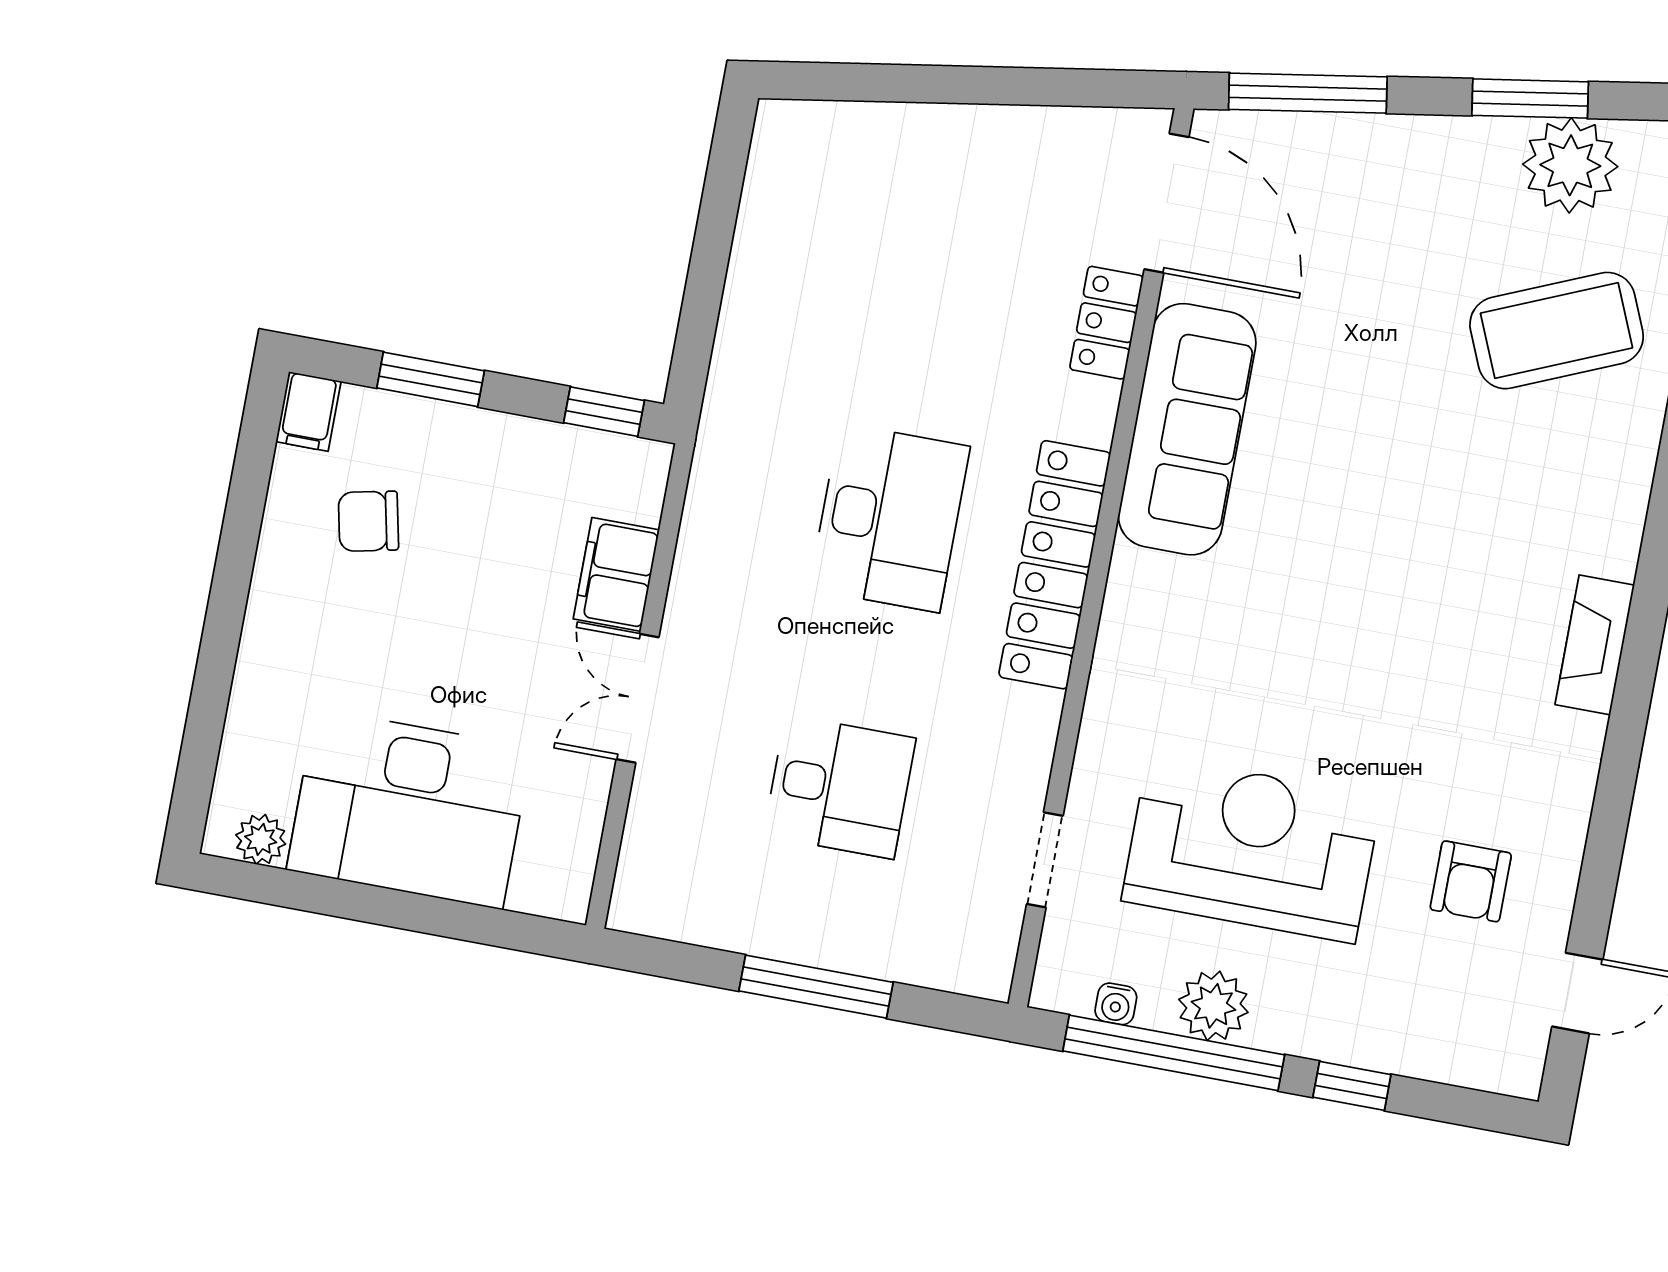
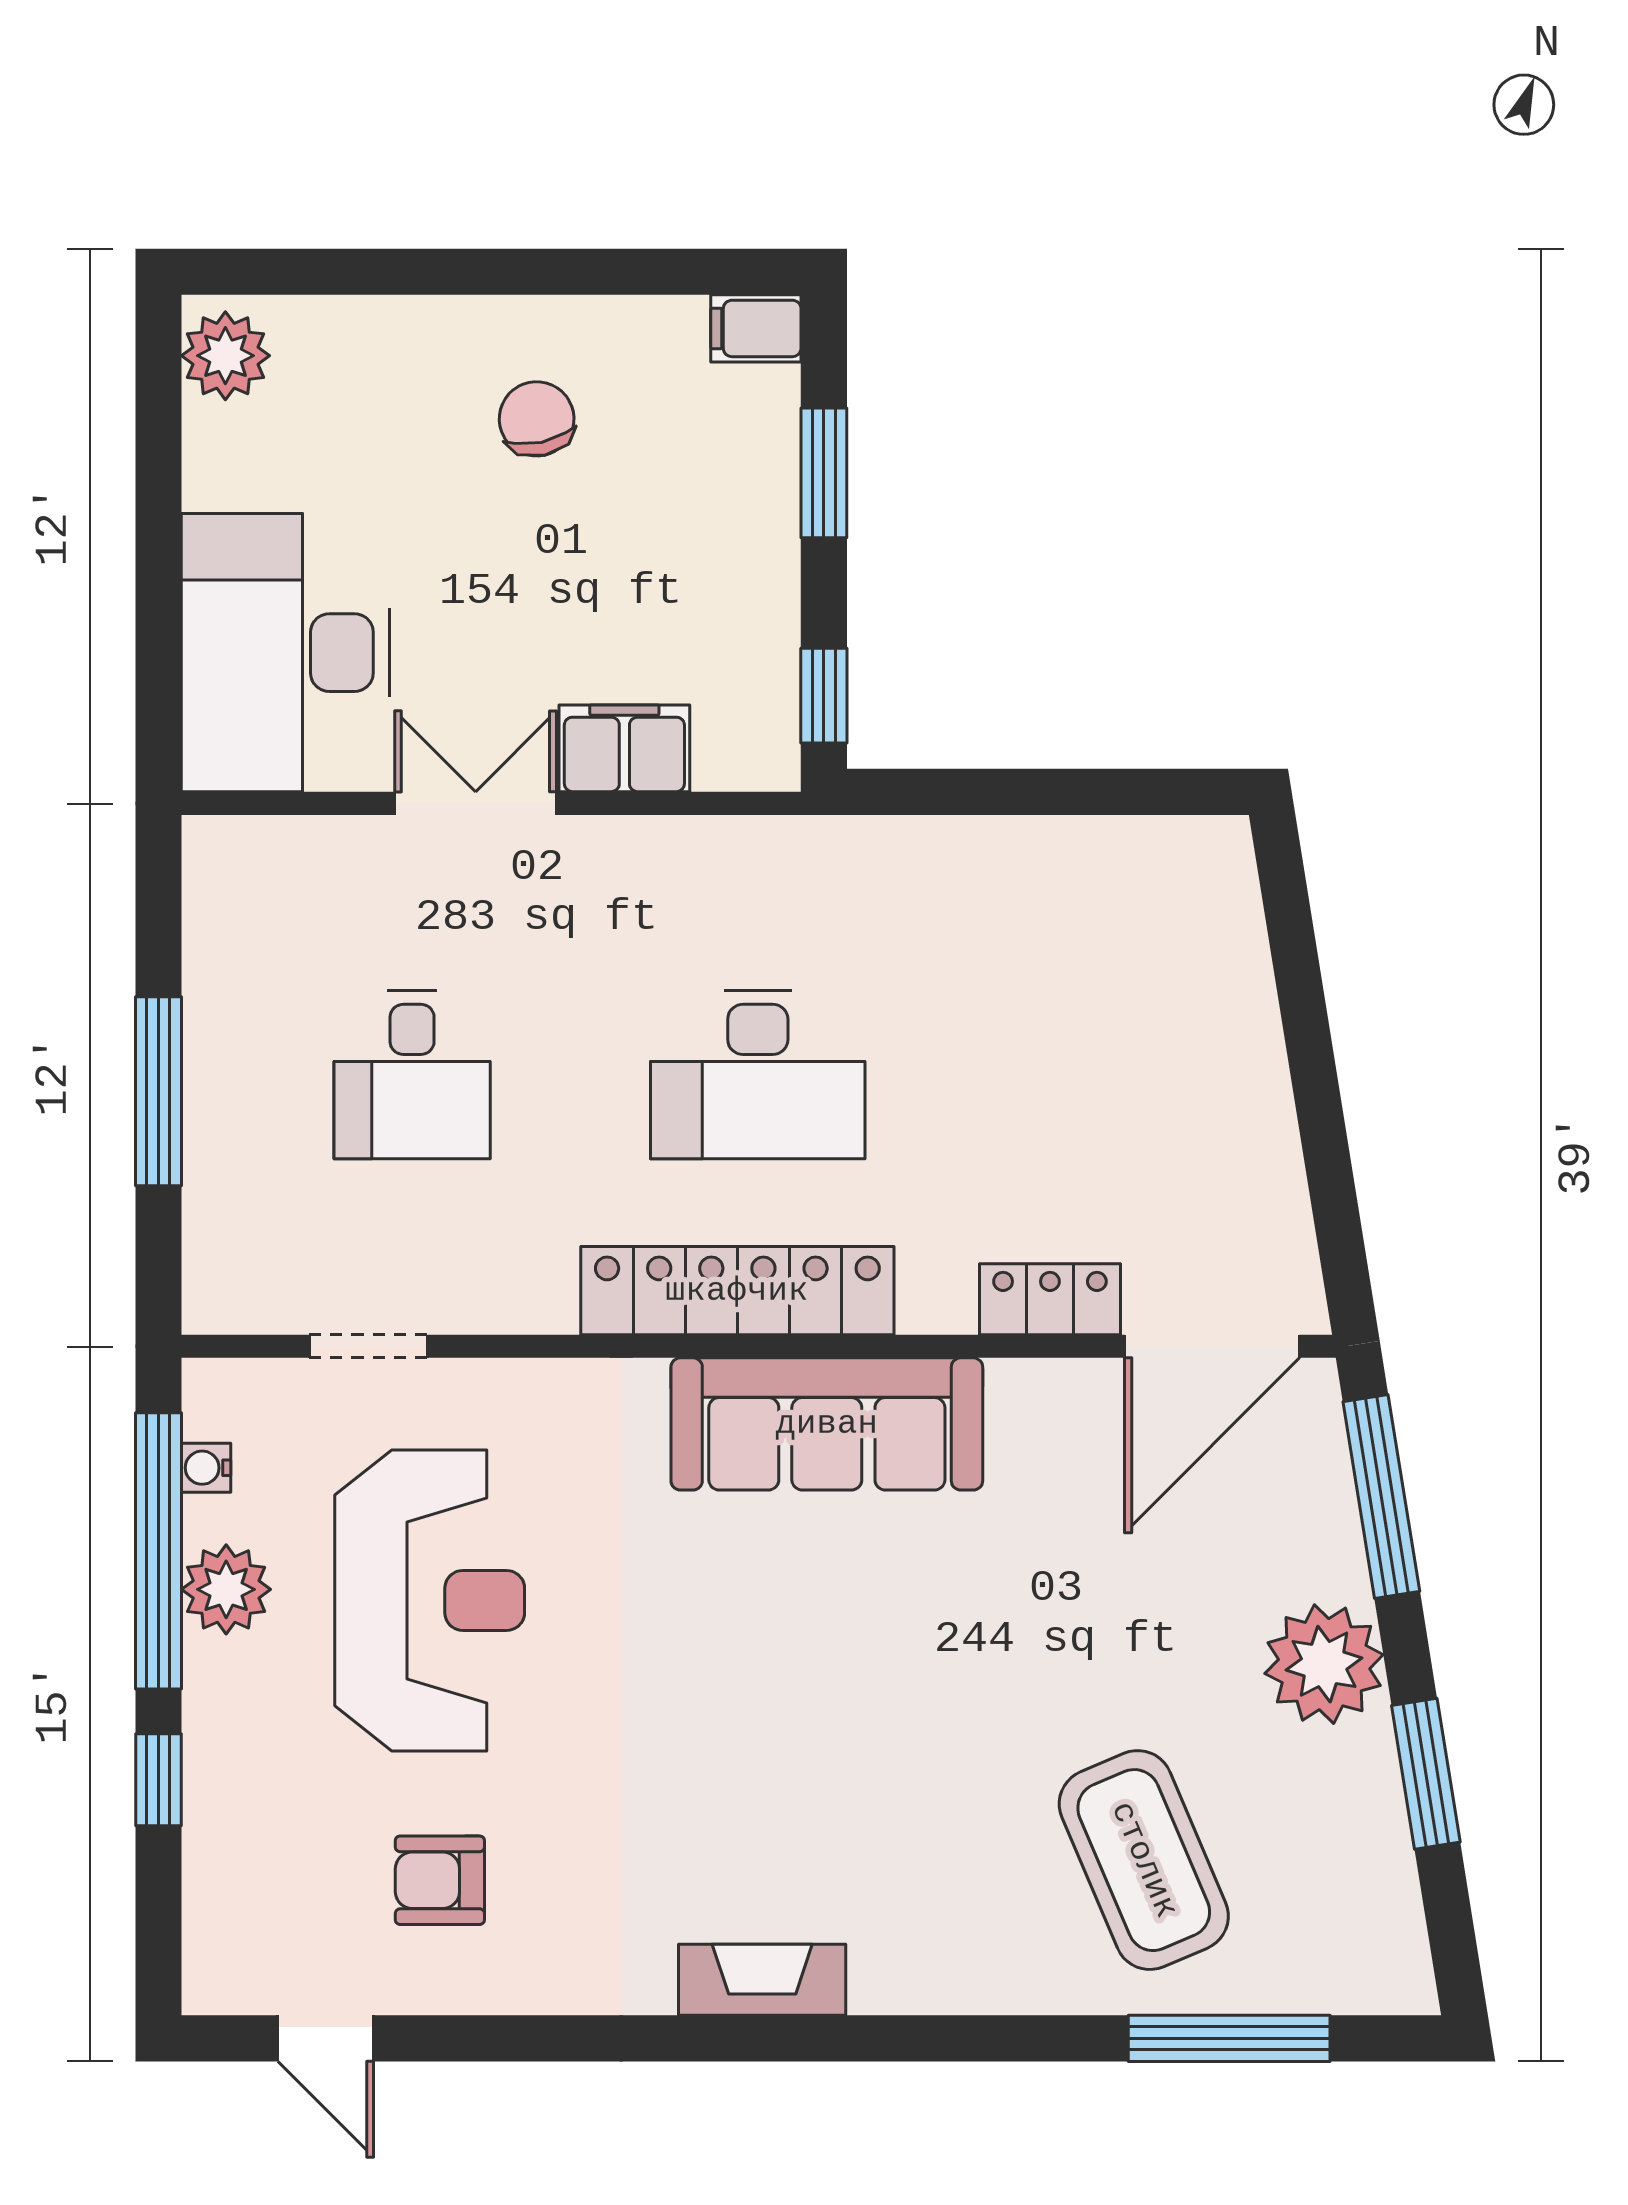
plant: (1570, 165) -> (1324, 1664), moved
sofa: (1187, 429) -> (827, 1424), moved
chair: (368, 521) -> (537, 419), moved
desk: (409, 809) -> (286, 653), moved
plant: (261, 839) -> (225, 356), width x1.38, depth x1.38

